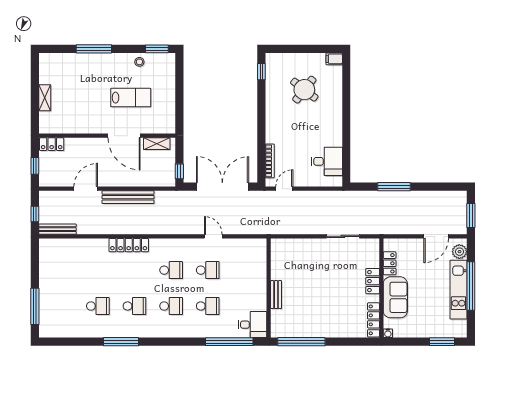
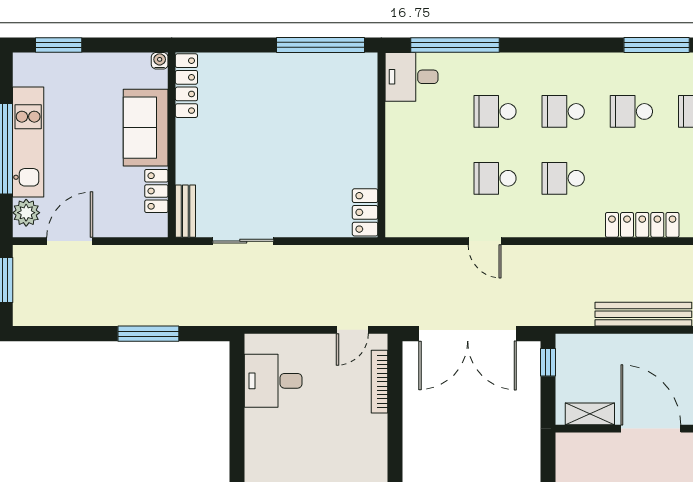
locker: (373, 281) -> (365, 212), moved, turned 180
bench: (276, 295) -> (185, 211), moved

